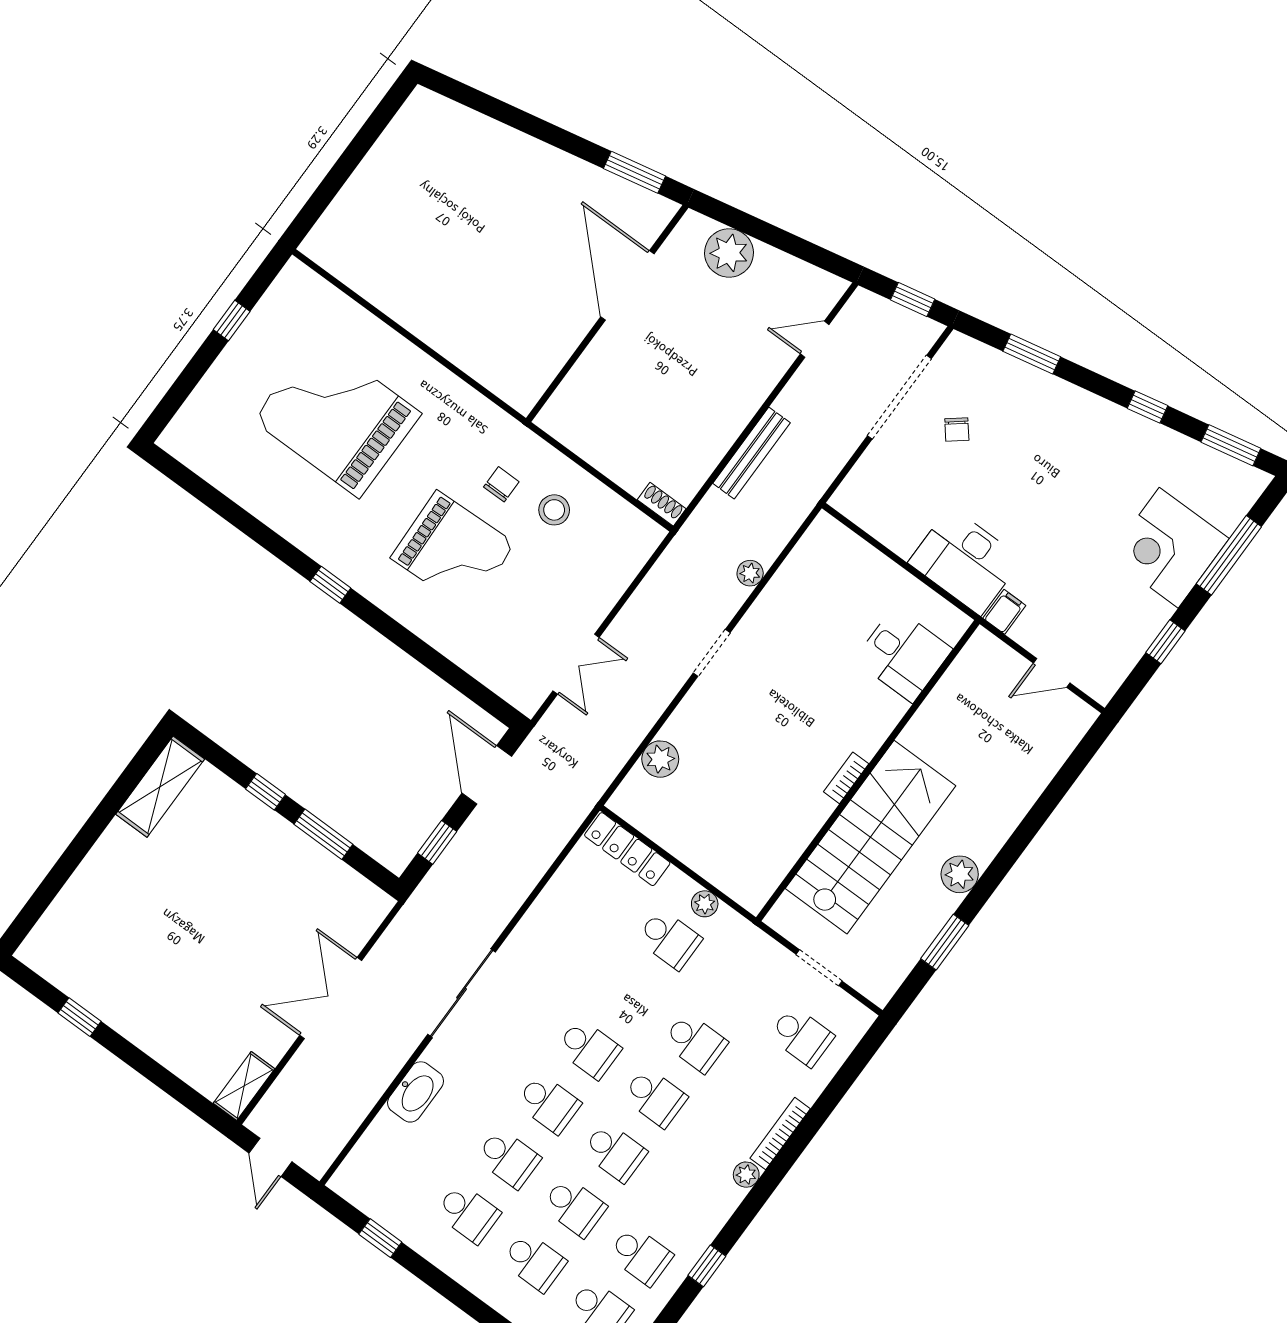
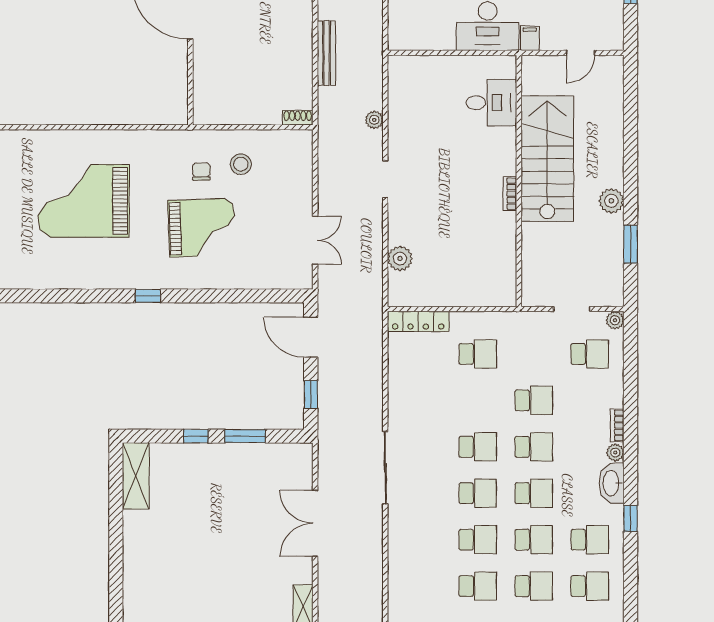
stairs: (871, 837) -> (547, 159), moved
plant: (705, 904) -> (615, 320), moved
washbasin: (416, 1092) -> (612, 483), moved, turned 180
bookcase: (780, 1133) -> (617, 425), width x0.64

